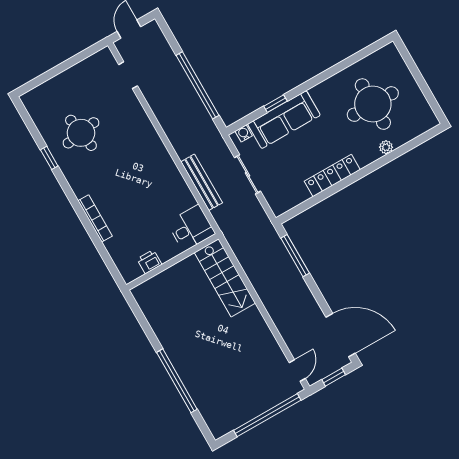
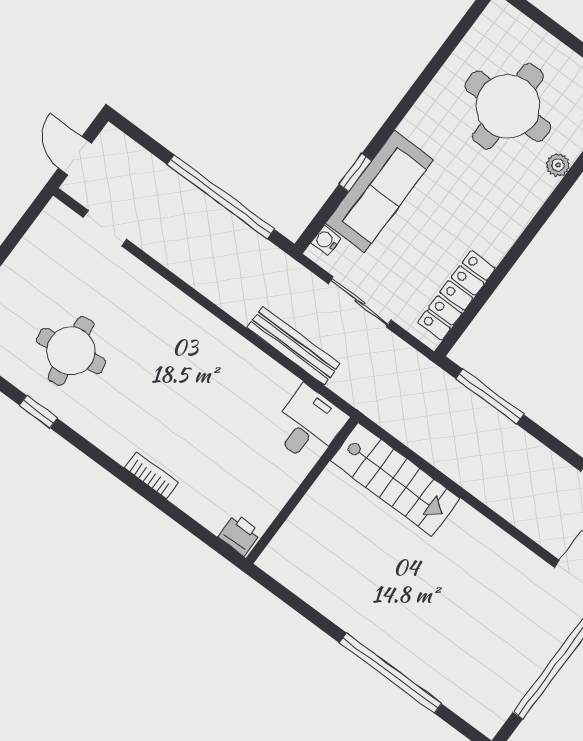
locker: (332, 175) -> (456, 295), moved
bookcase: (95, 218) -> (152, 475), width x0.64
printer: (149, 262) -> (240, 535), moved, turned 90

